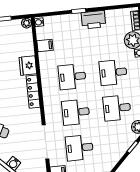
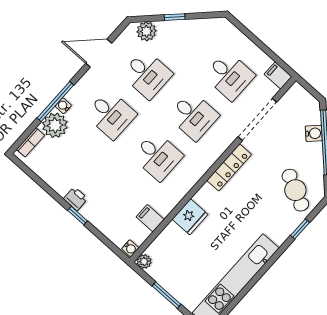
printer: (93, 20) -> (76, 199), width x0.53, depth x0.68
locker: (33, 92) -> (229, 167), moved

